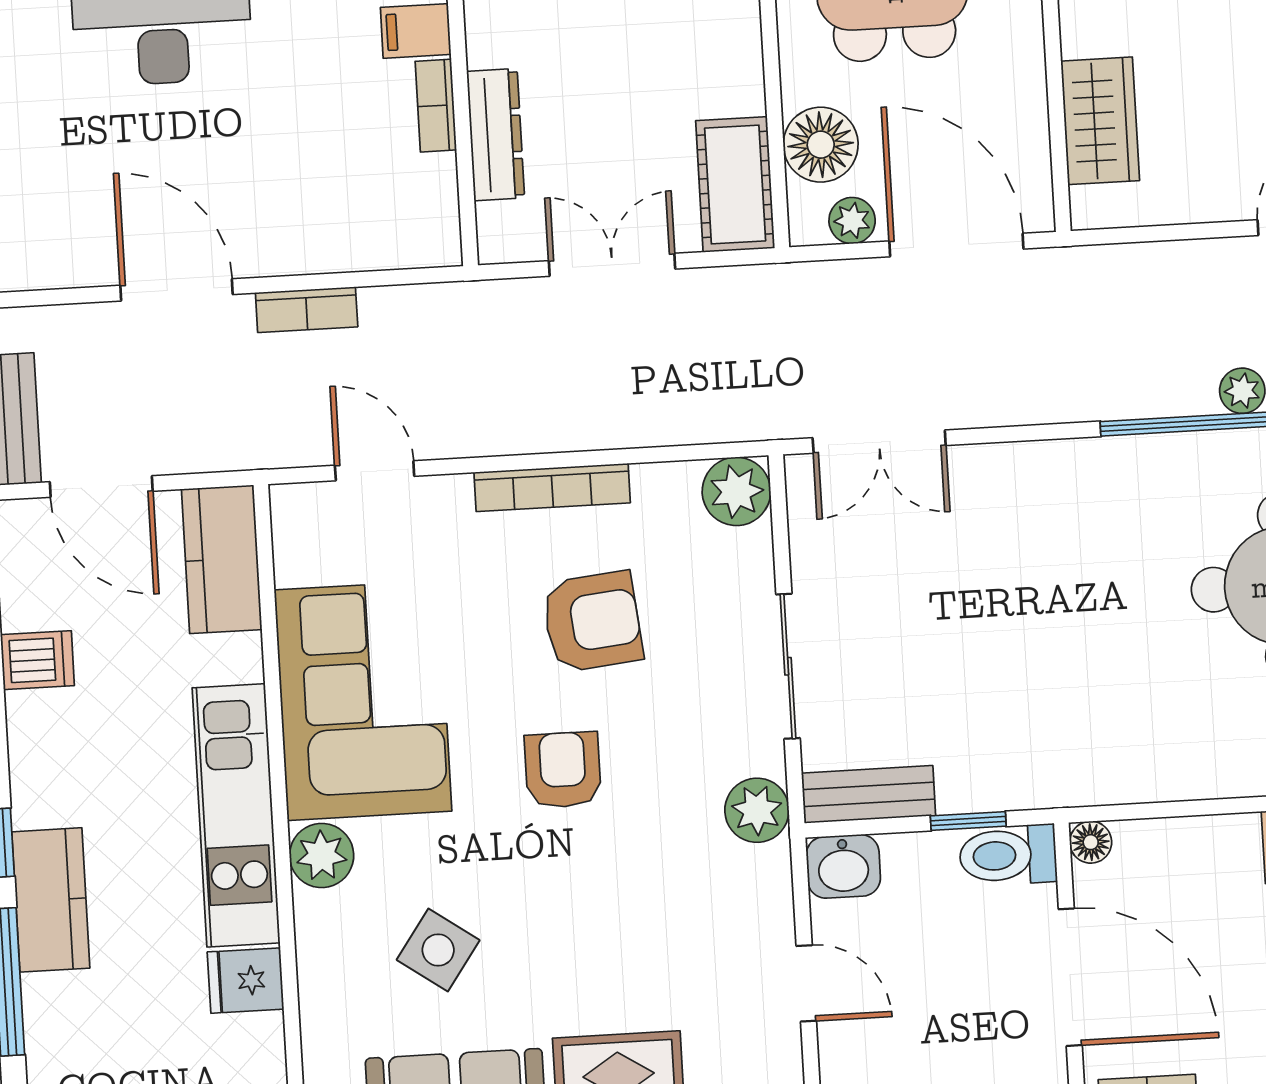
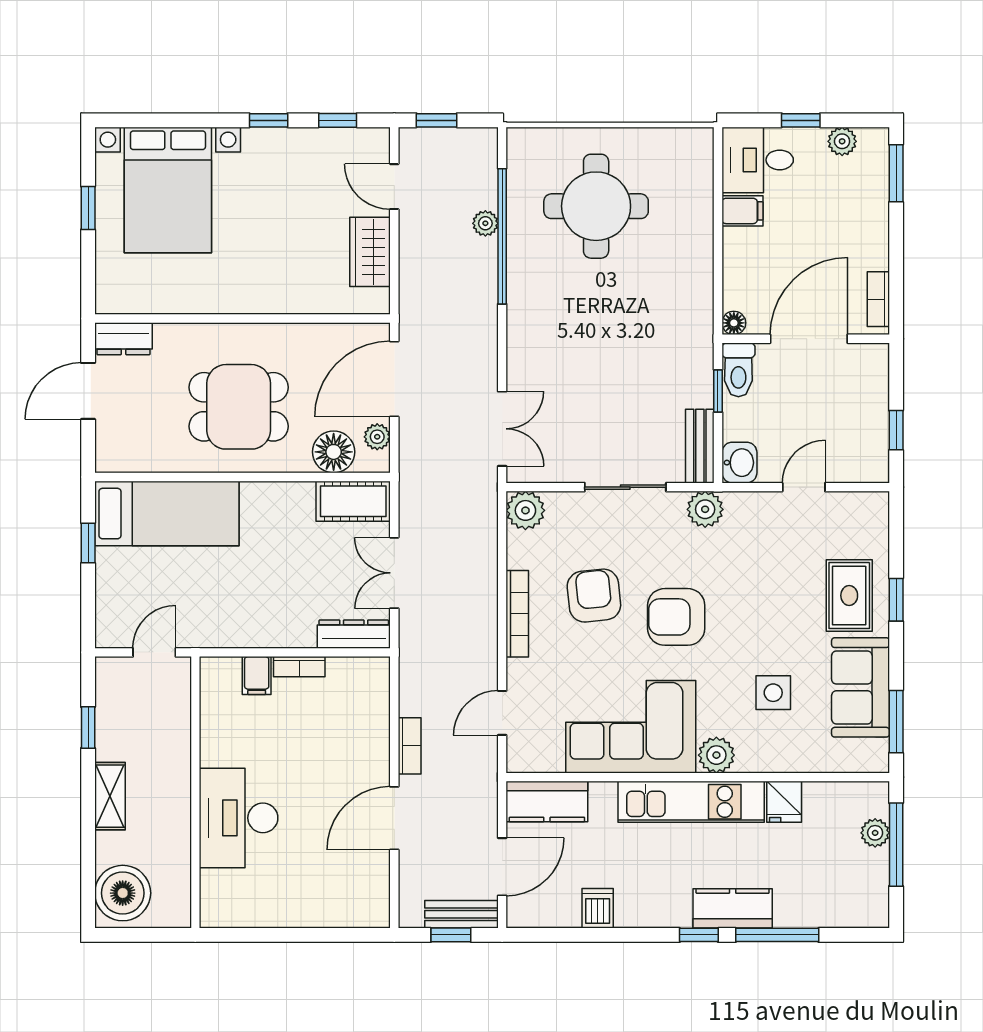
wardrobe: (1100, 121) -> (370, 252), moved, turned -90
dresser: (496, 135) -> (354, 634), moved
armchair: (563, 770) -> (676, 617), width x1.38, depth x1.38
side table: (438, 950) -> (773, 693), turned -35

